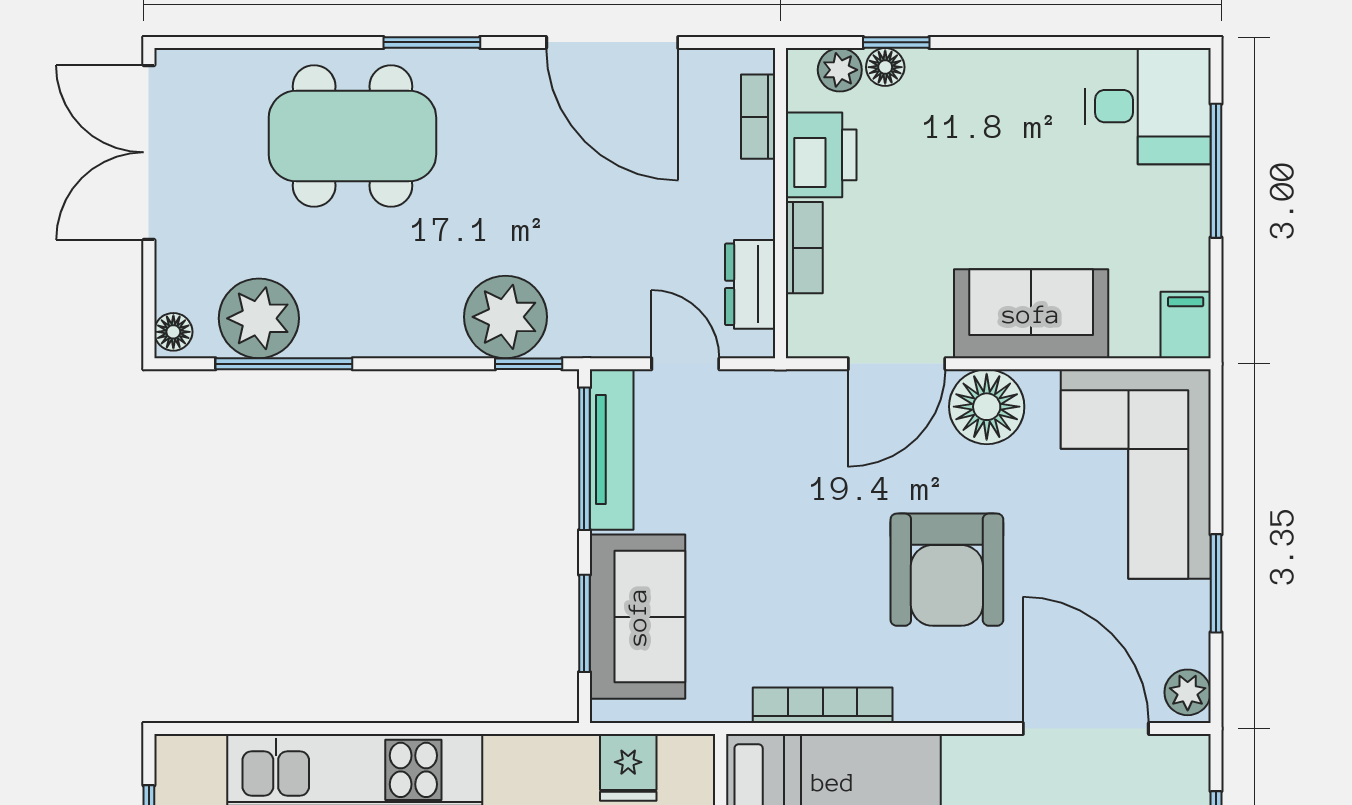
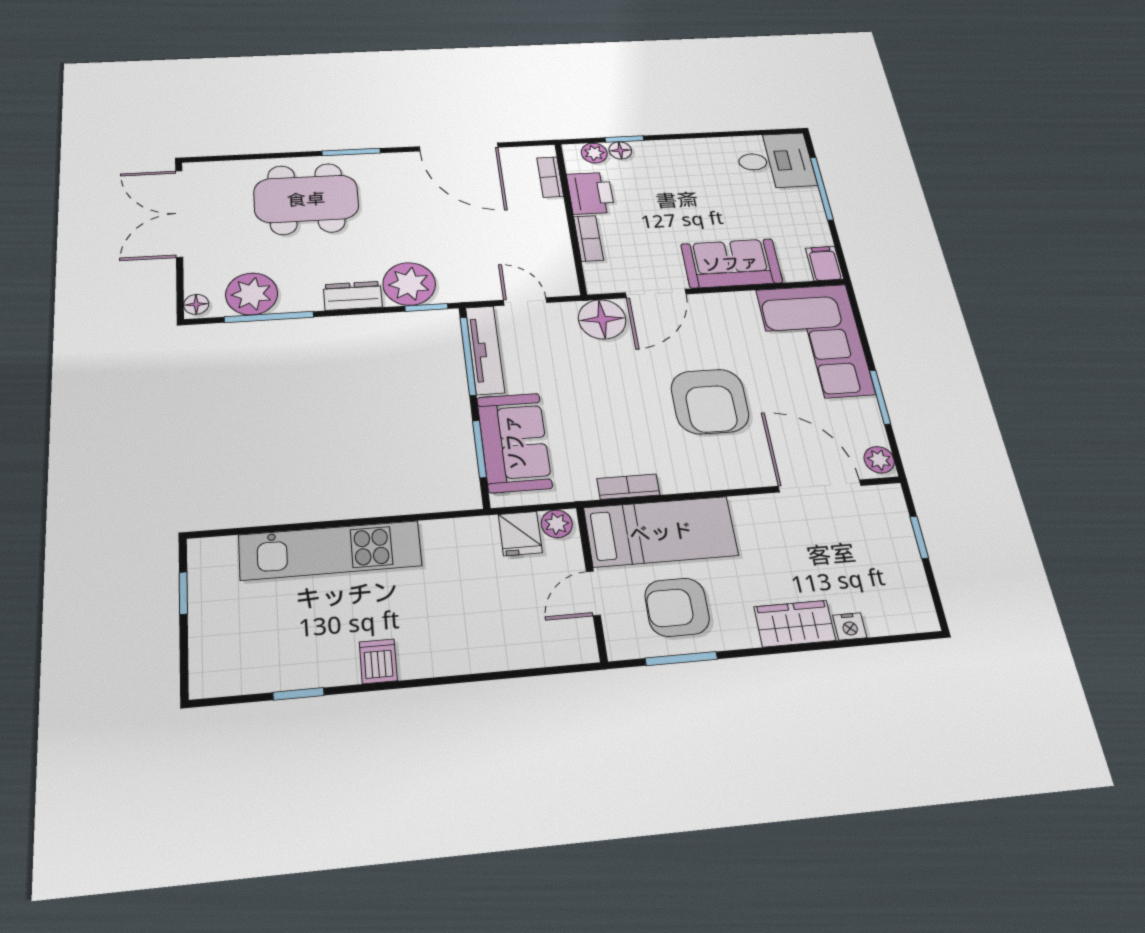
dresser: (750, 284) -> (353, 296), moved, turned 90
floor lamp: (987, 407) -> (602, 319), moved
bookcase: (823, 705) -> (628, 487), width x0.64
plant: (683, 757) -> (557, 524), added

